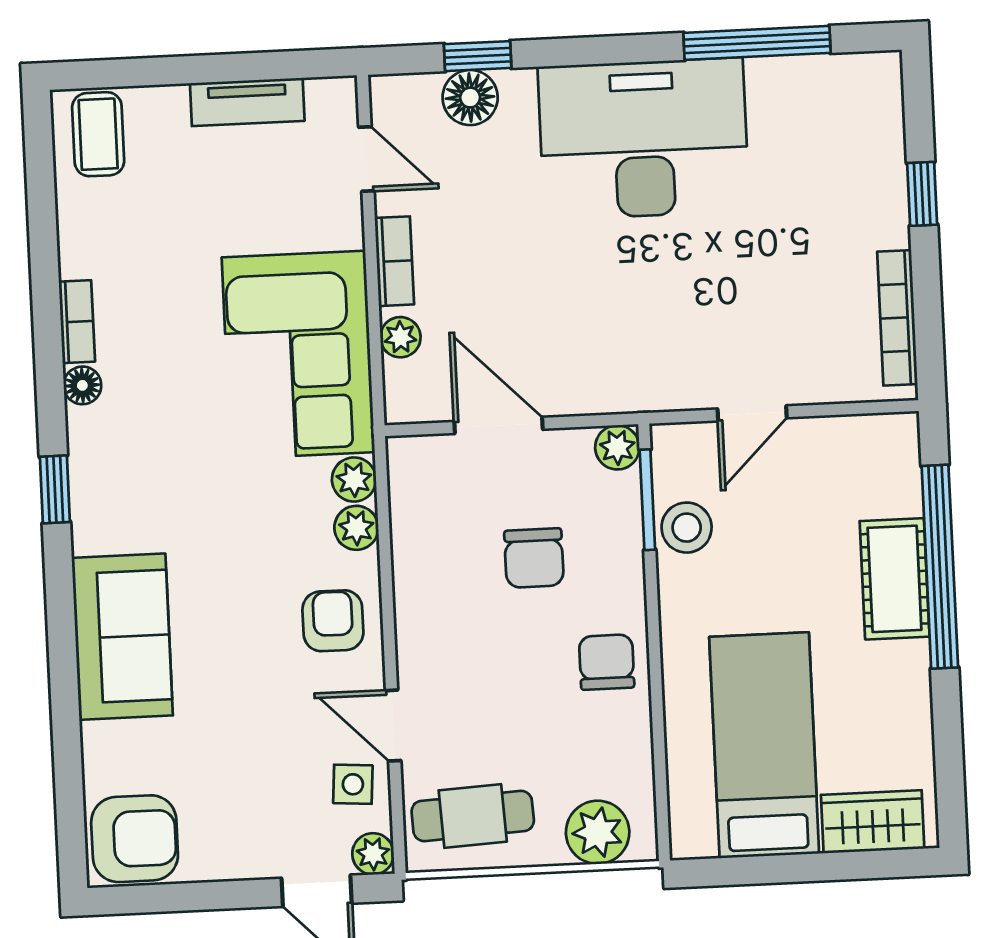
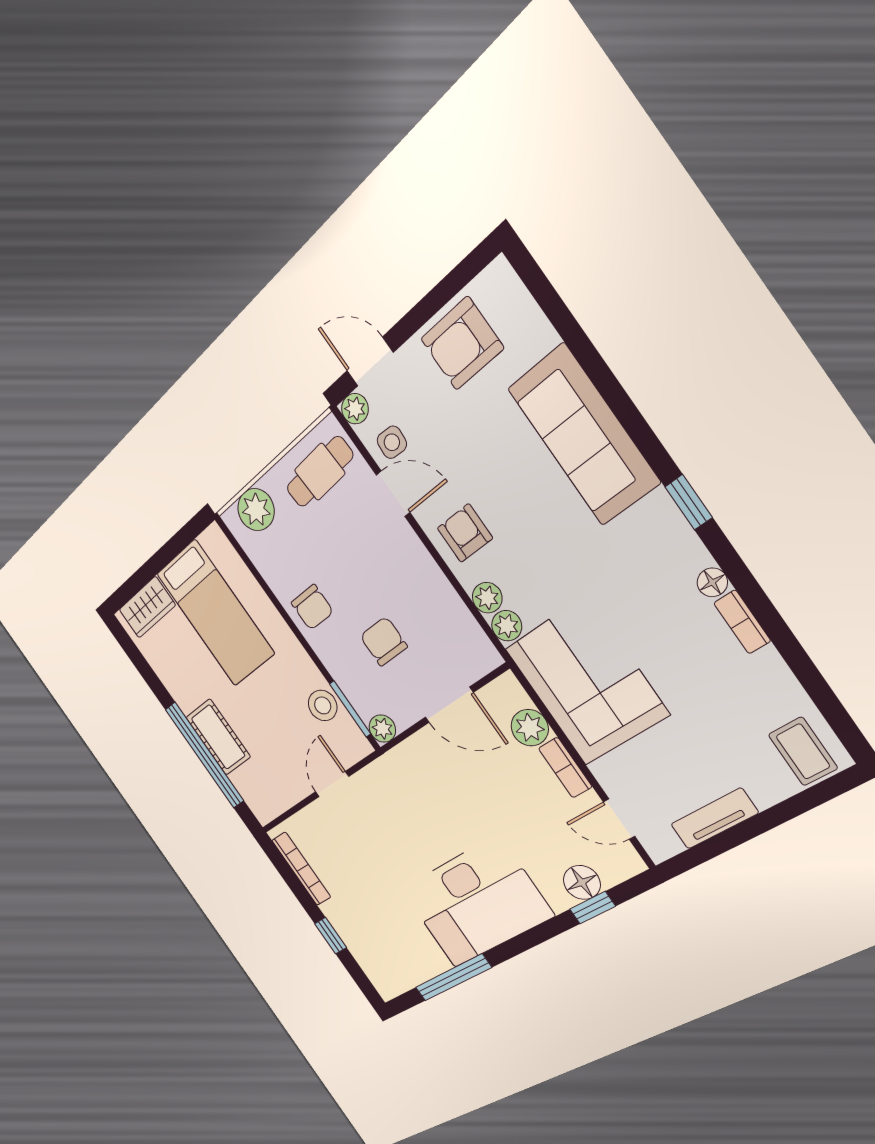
plant: (400, 337) -> (530, 728), width x1.38, depth x1.38
armchair: (333, 621) -> (465, 533), turned 180
sofa: (122, 637) -> (583, 435), width x1.36
armchair: (135, 839) -> (462, 343), moved

